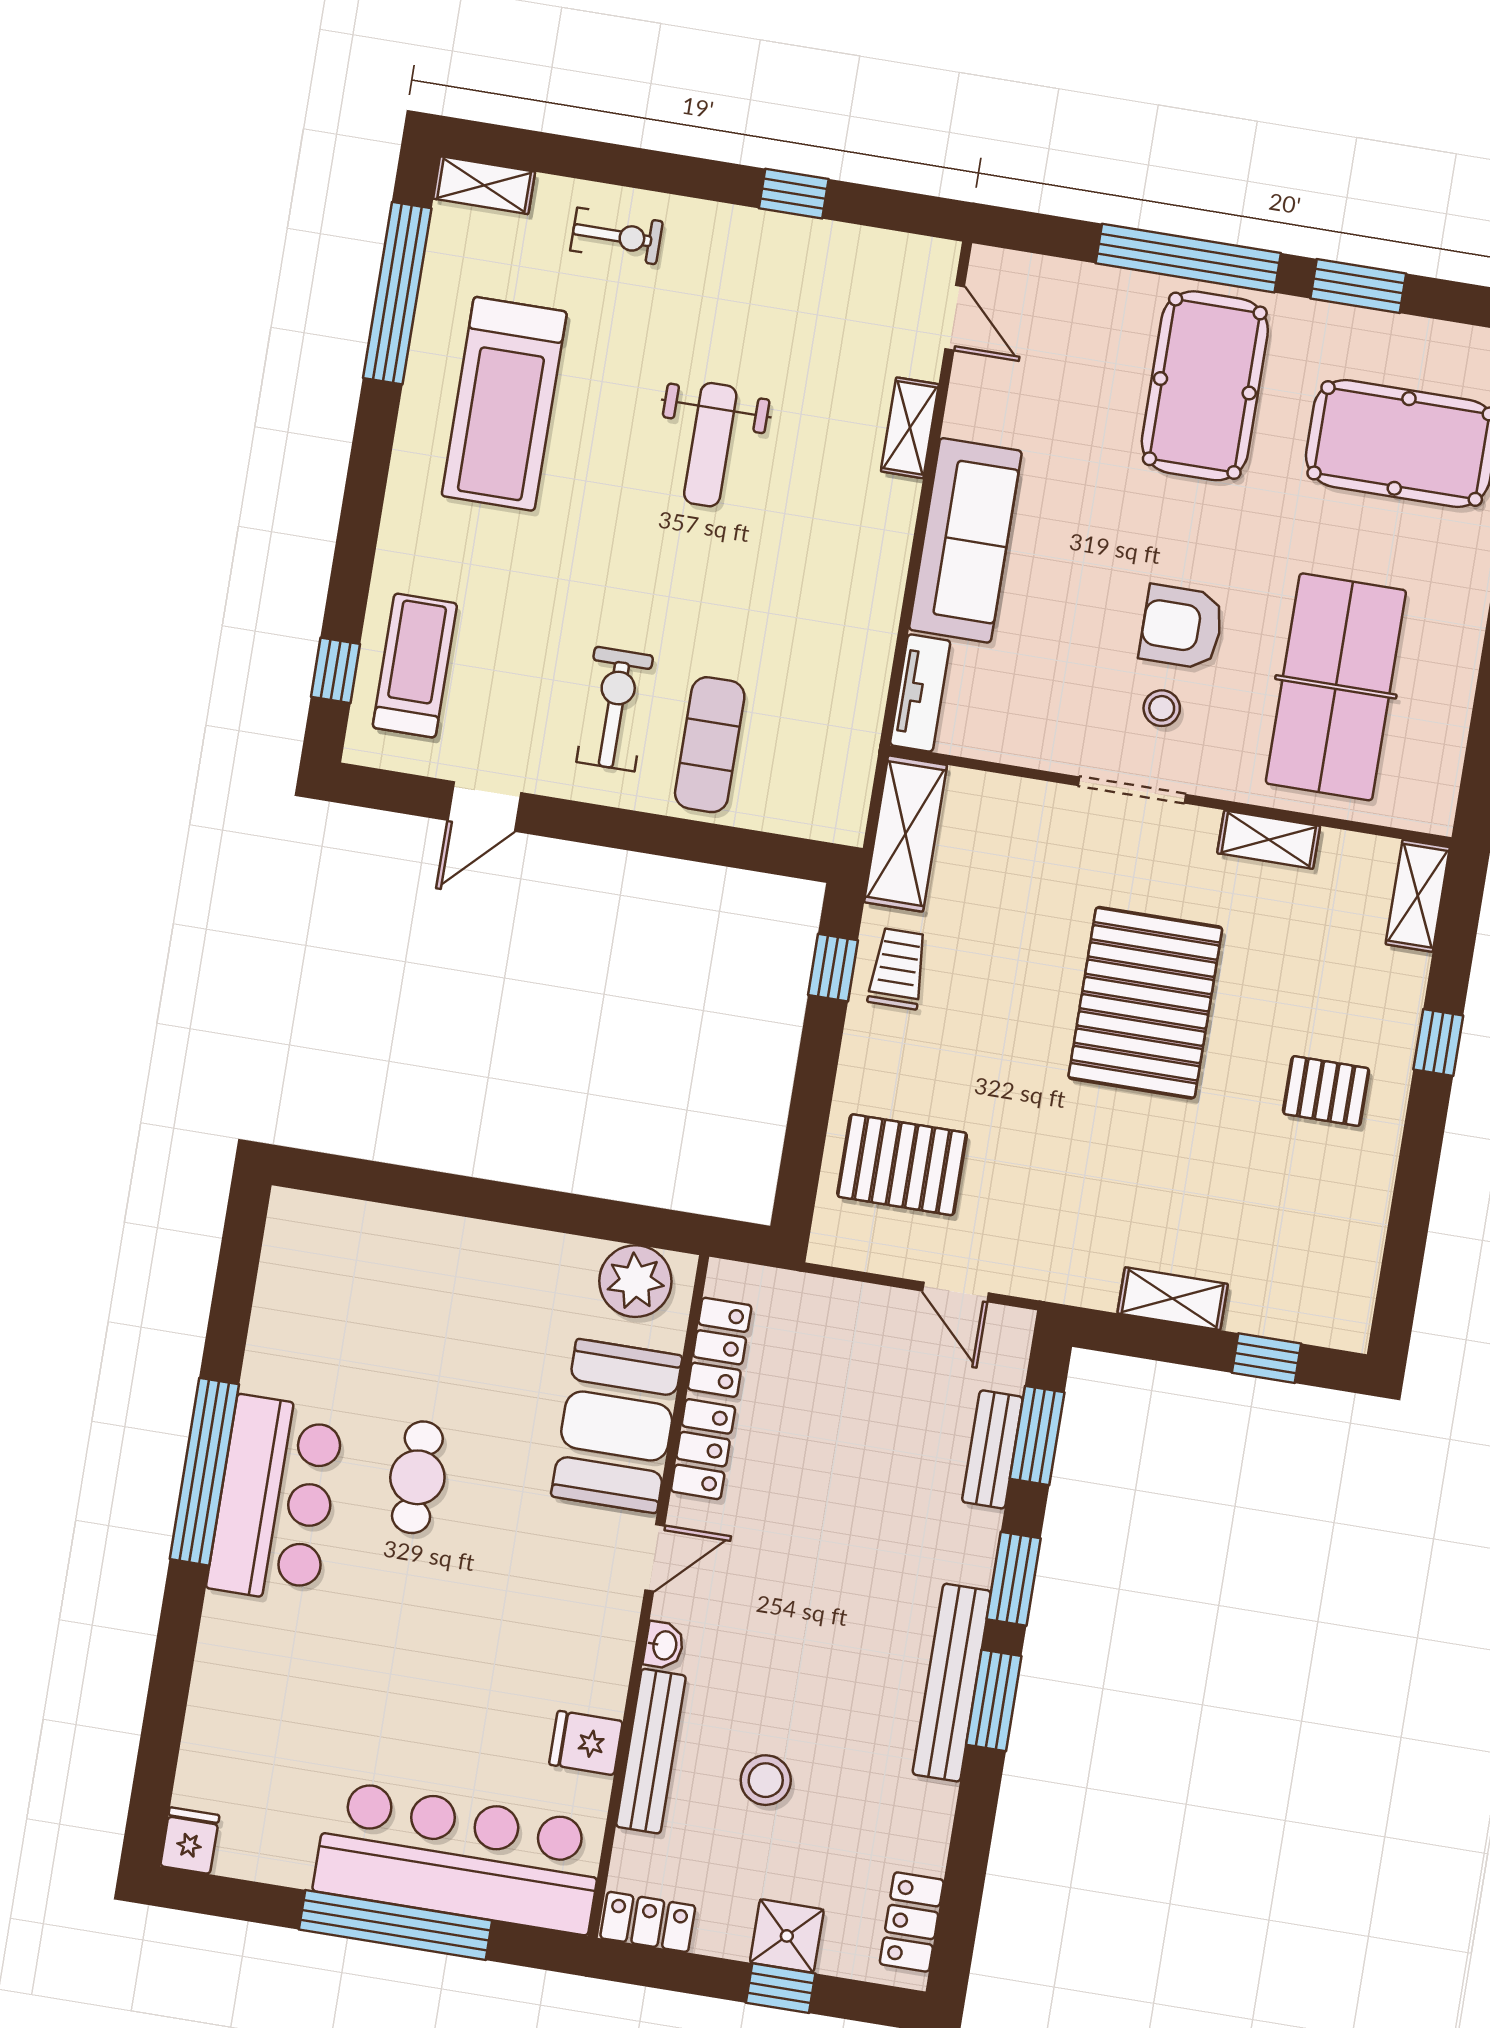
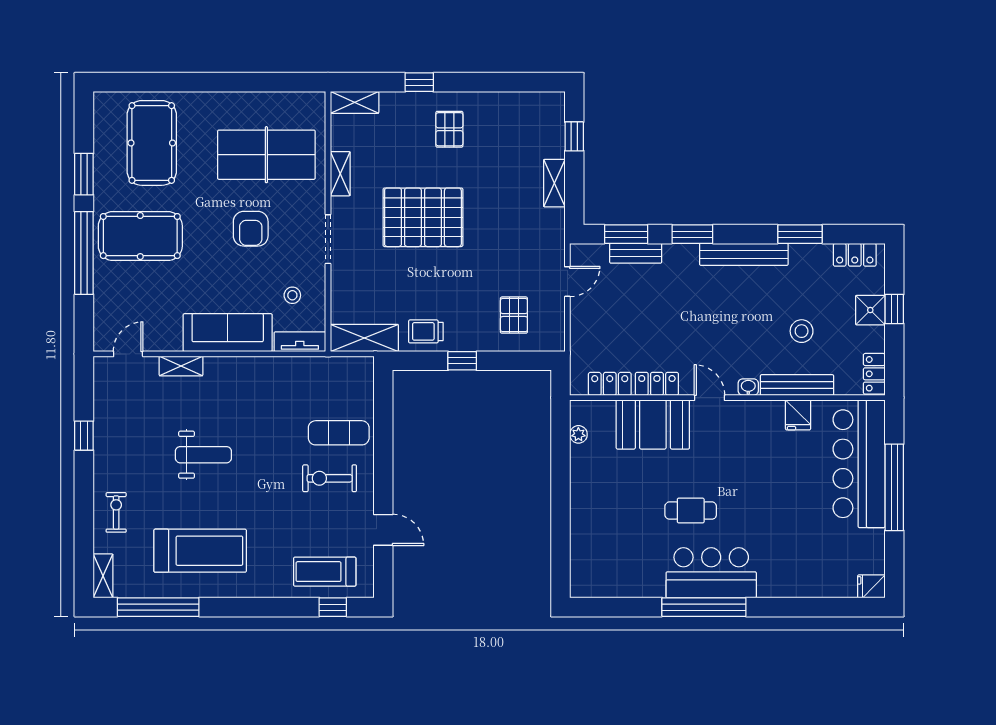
stool: (1162, 708) -> (292, 295), moved
window: (833, 968) -> (462, 361), moved
pallet: (902, 1165) -> (514, 315), width x0.67, depth x0.71
plant: (635, 1281) -> (578, 434), width x0.53, depth x0.53
window: (994, 1700) -> (800, 234), moved

